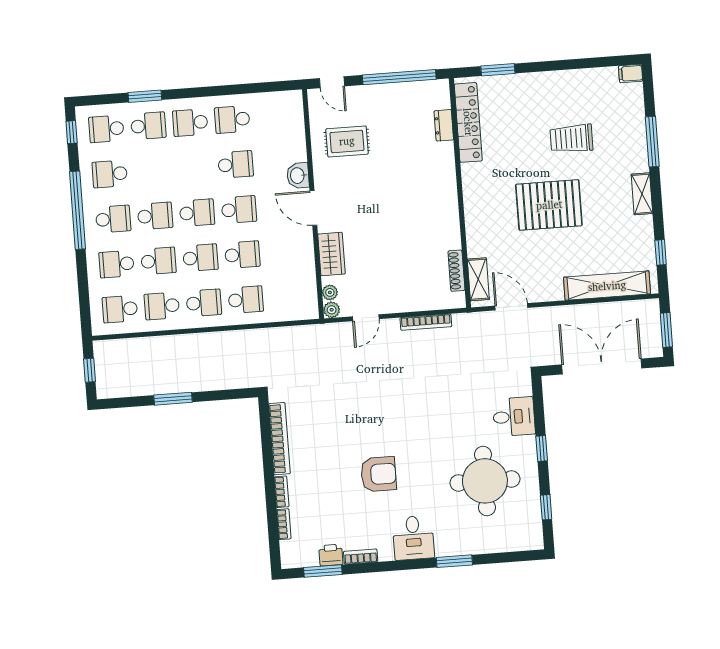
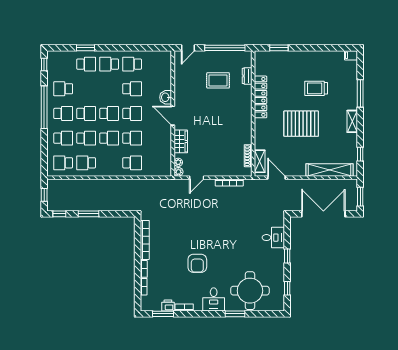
door: (332, 82) -> (188, 48), hinge flipped
locker: (468, 122) -> (261, 97), moved
school desk: (106, 129) -> (63, 64), removed
rug: (347, 141) -> (218, 80), moved
school desk: (117, 264) -> (63, 138), turned 180
school desk: (204, 303) -> (109, 163), removed
window: (120, 403) -> (59, 214), added
armchair: (379, 474) -> (197, 263), turned 90
round table: (485, 481) -> (250, 291), moved

